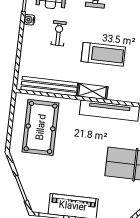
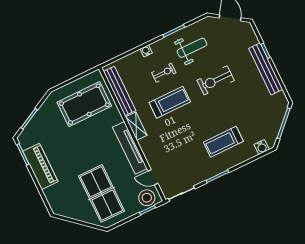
water cooler: (29, 20) -> (146, 51), moved
treadmill: (103, 54) -> (170, 102), moved, turned -90

